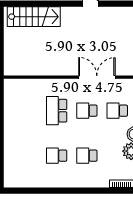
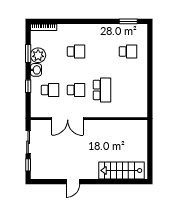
school desk: (57, 156) -> (128, 51), moved
window: (26, 191) -> (128, 21), added

